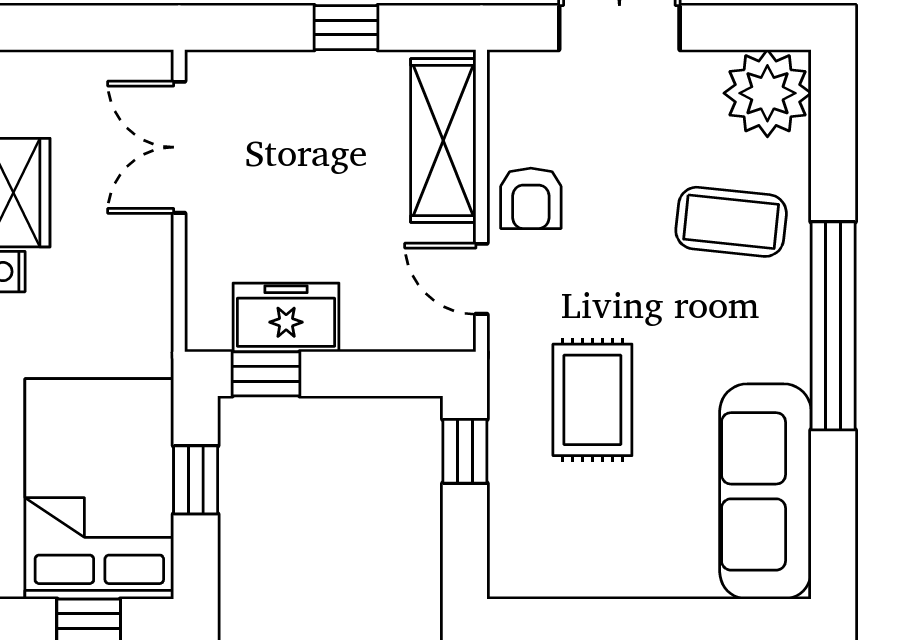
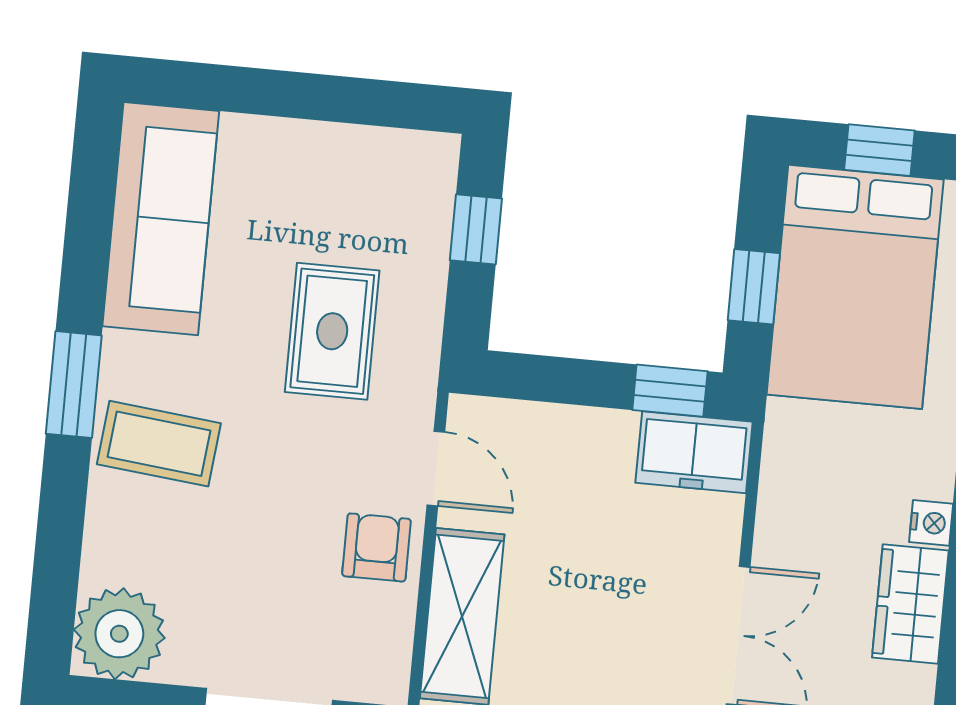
coffee table: (731, 222) -> (159, 444), moved
freezer: (286, 317) -> (694, 452), moved
window: (833, 326) -> (74, 385), width x0.47
window: (465, 451) -> (476, 229), moved

